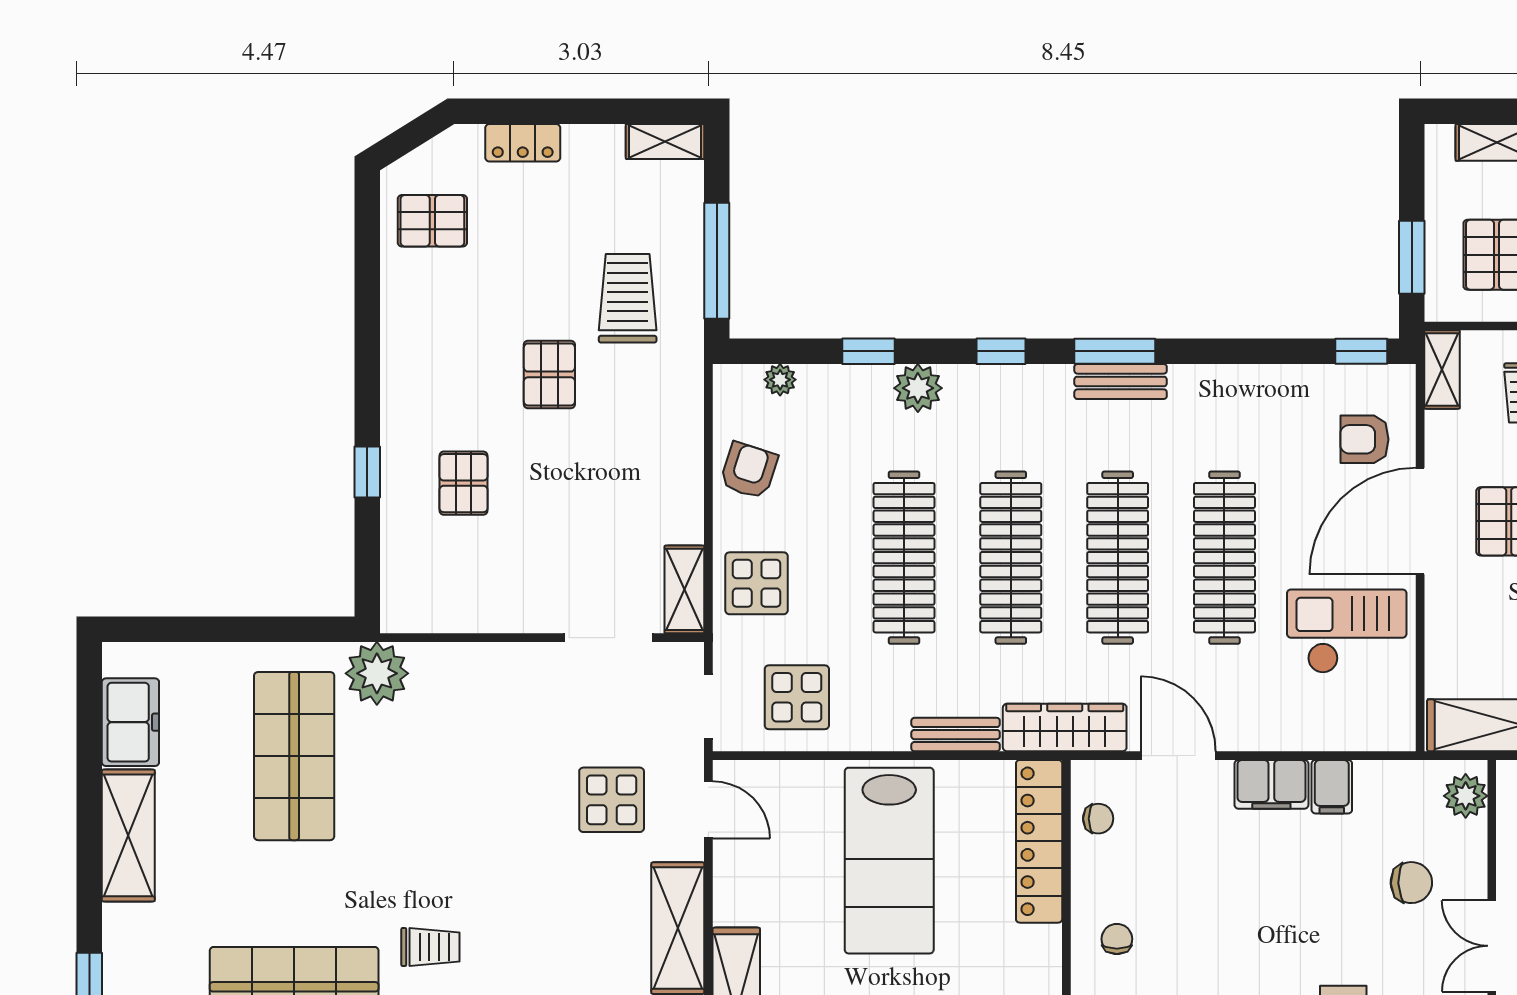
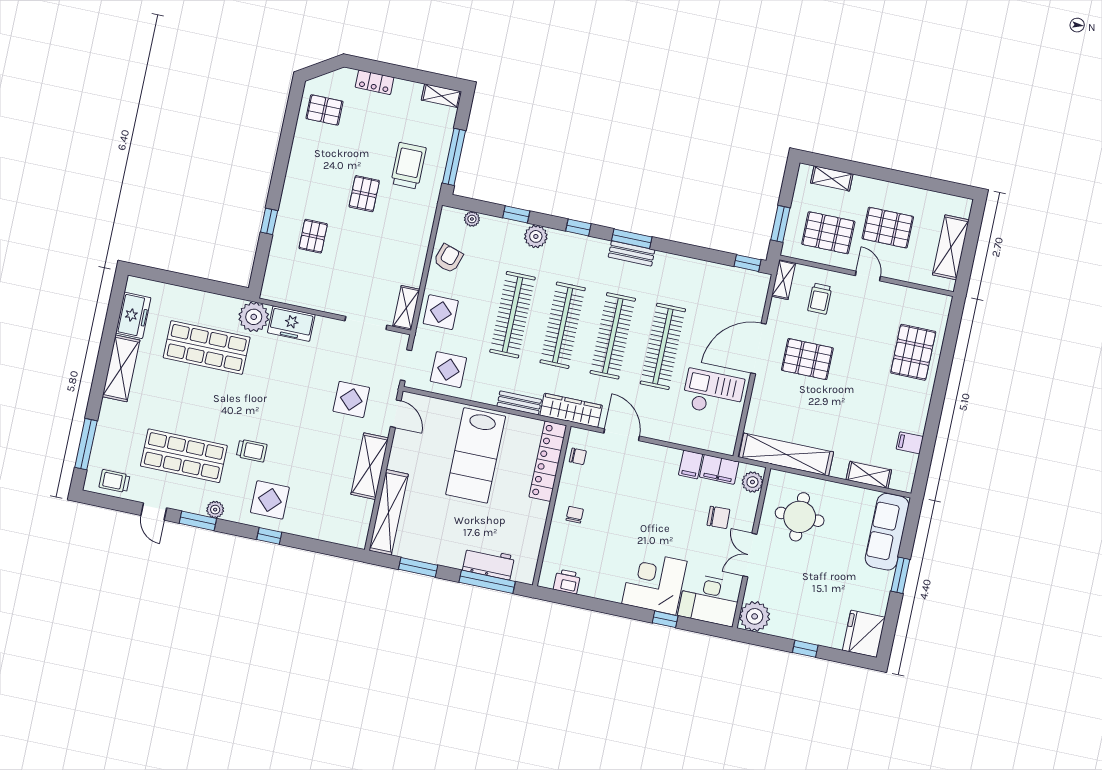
armchair: (1364, 439) -> (740, 305), removed
freezer: (457, 671) -> (291, 324), added
shop shelf: (294, 756) -> (207, 347), turned 90
filing cabinet: (1271, 784) -> (719, 469), moved

